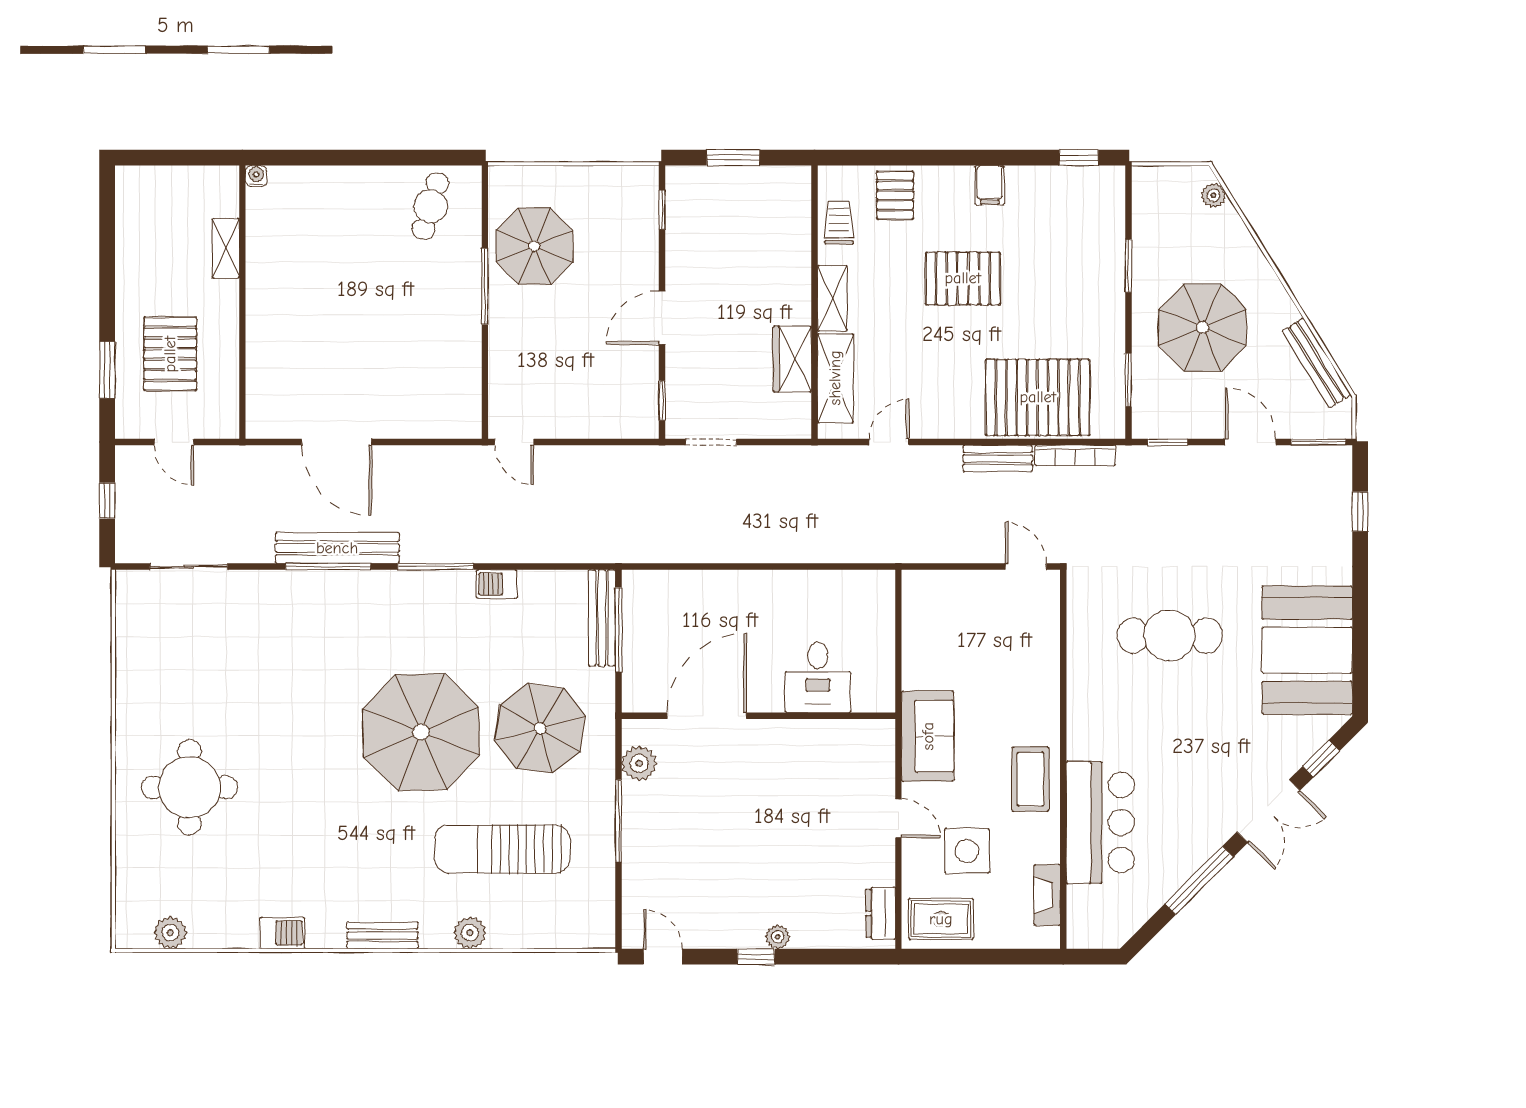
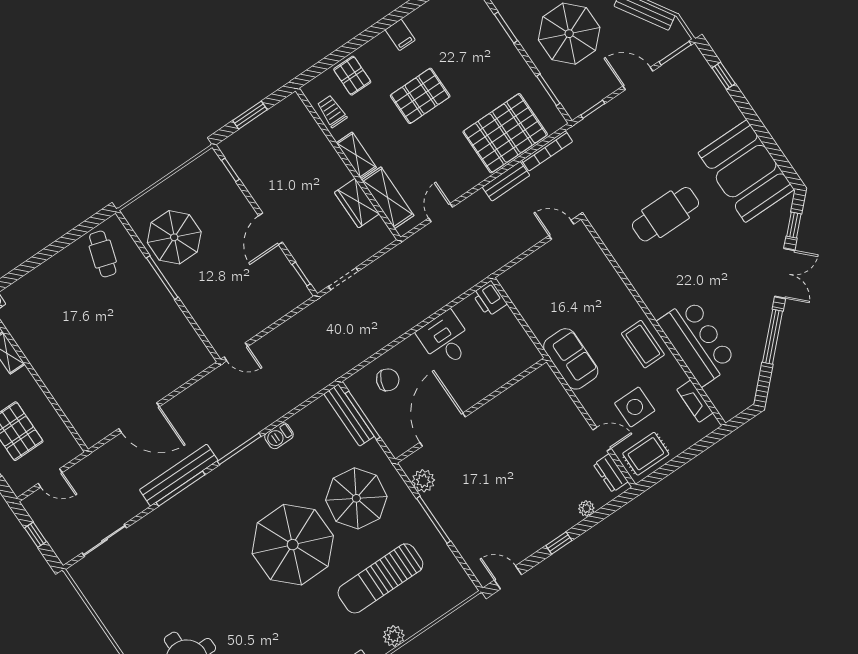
printer: (877, 592) -> (490, 299), added
chair: (680, 607) -> (388, 380), added
desk: (818, 677) -> (445, 339), moved, turned 180
door: (898, 818) -> (602, 439), moved
plant: (778, 937) -> (586, 508), moved

